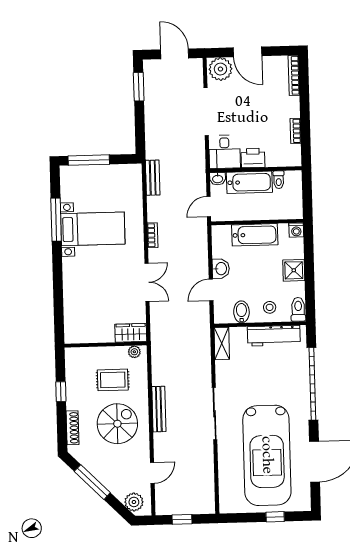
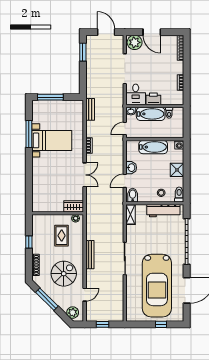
bidet: (241, 312) -> (133, 195), moved
rug: (113, 380) -> (62, 236), turned 90
spiral stairs: (117, 424) -> (64, 274), moved

